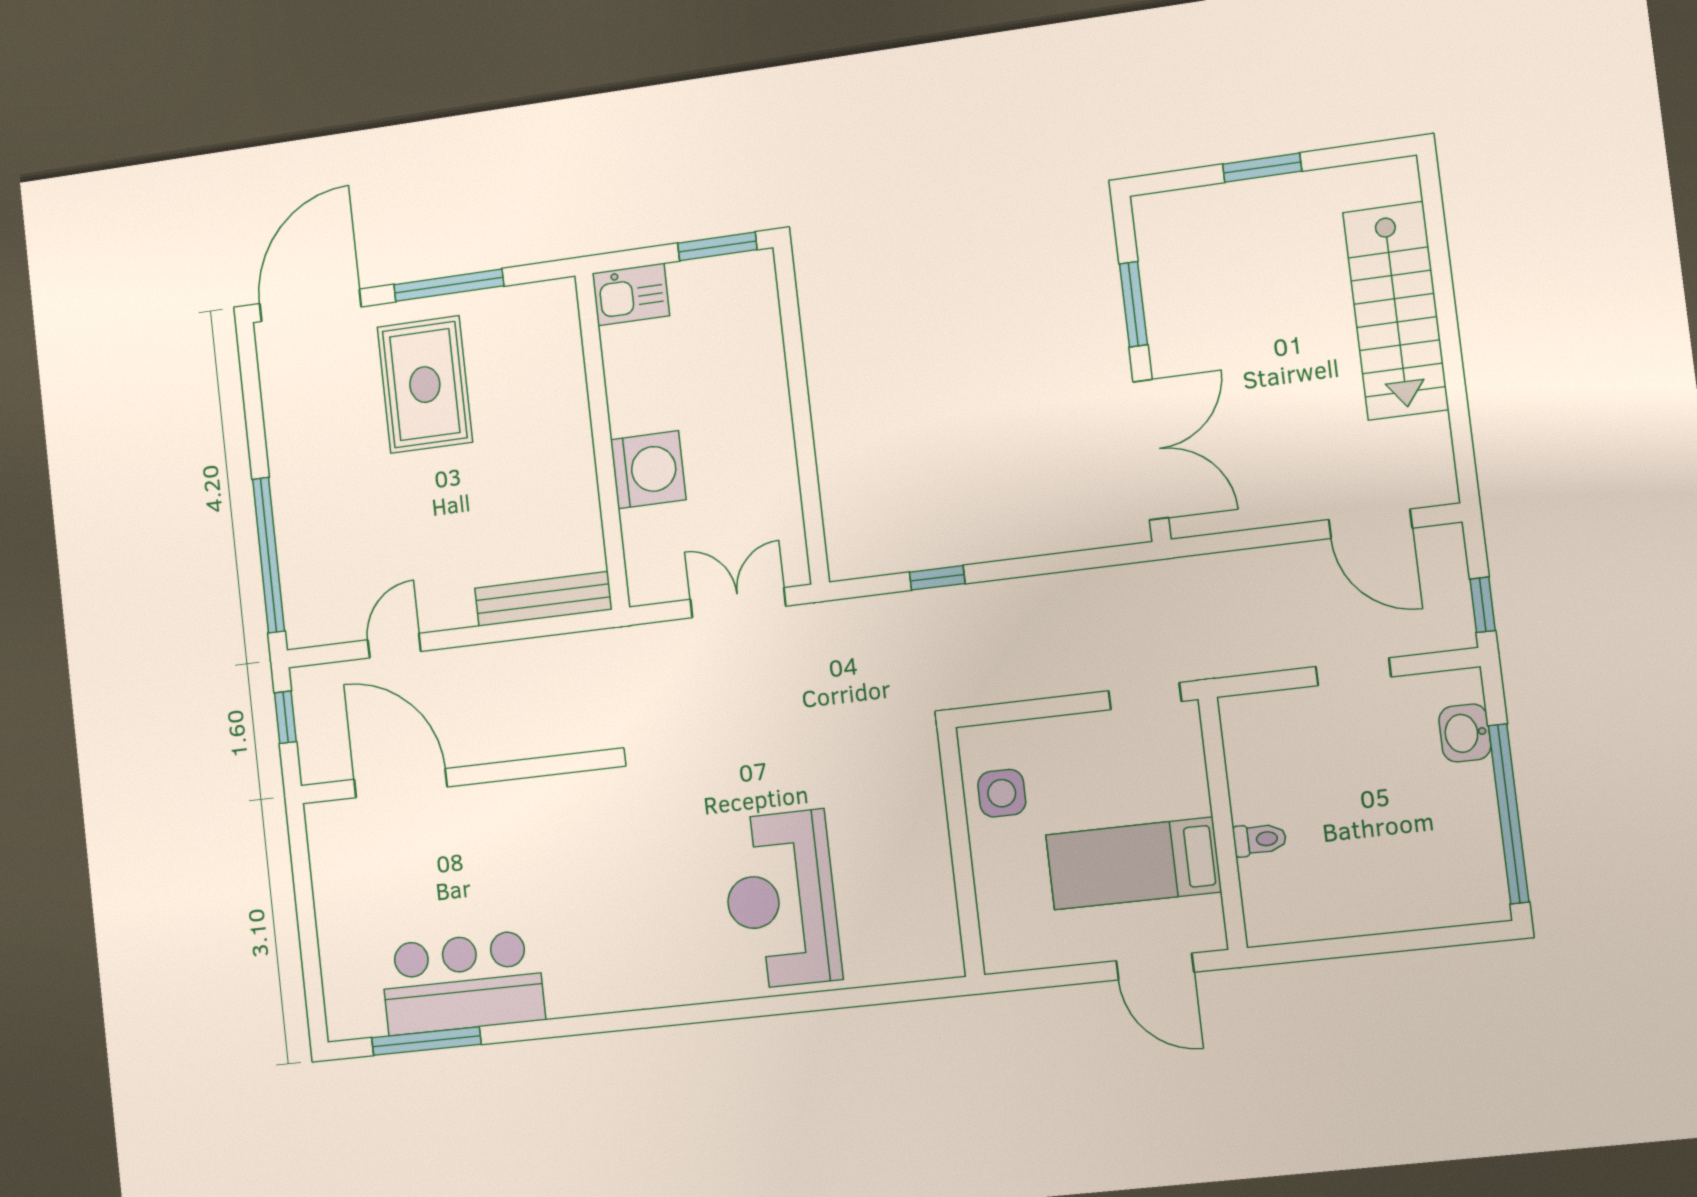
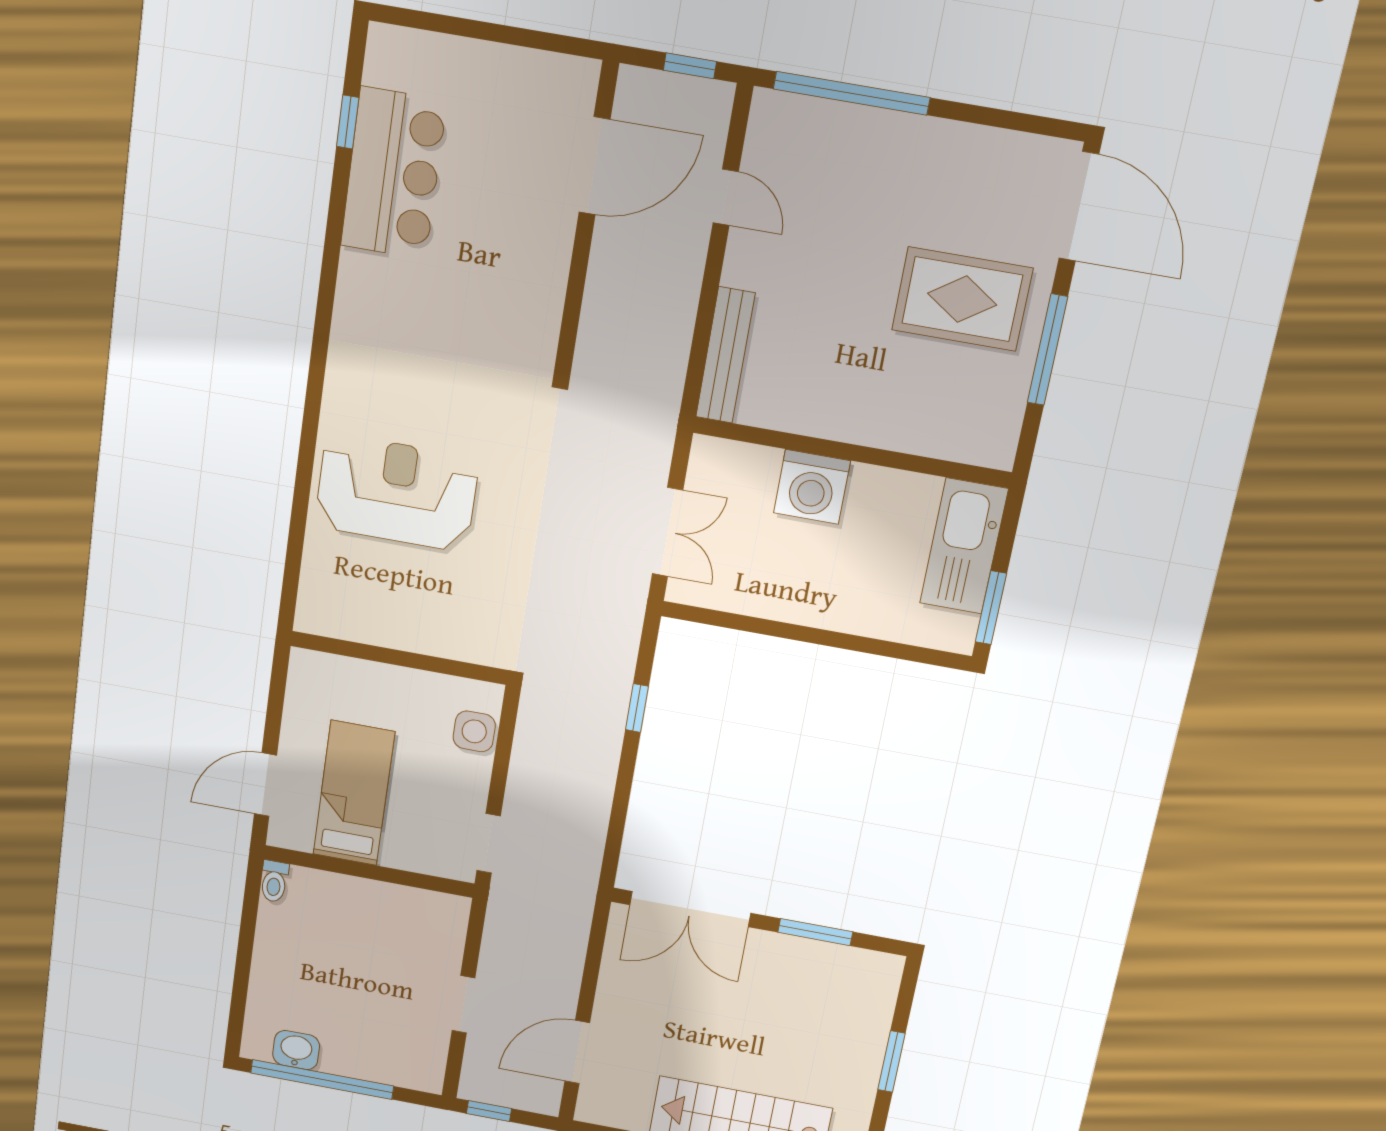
kitchen sink: (631, 294) -> (964, 546), width x1.88, depth x1.24
washbasin: (1465, 733) -> (296, 1050), moved
side table: (1002, 793) -> (474, 731), moved
toilet: (1260, 839) -> (274, 881), moved
window: (426, 1041) -> (348, 122), width x0.46

